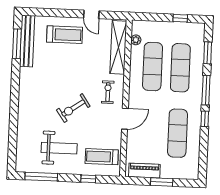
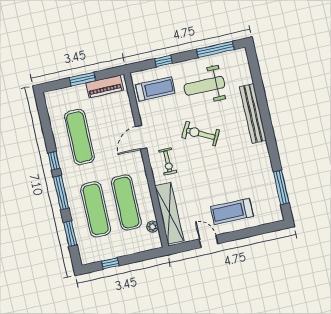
bench: (27, 41) -> (253, 114), moved
exercise bike: (73, 108) -> (201, 134), turned -118

